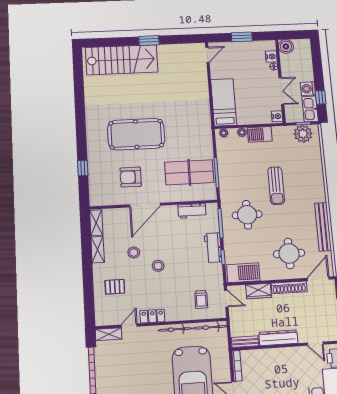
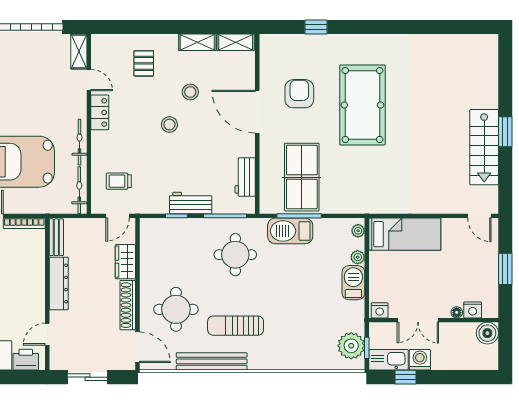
stairs: (122, 60) -> (484, 147), moved, width x0.73, depth x0.66
sun lounger: (276, 186) -> (236, 326), moved
barbecue: (243, 273) -> (290, 231), moved, turned 90

